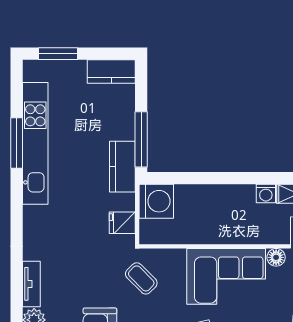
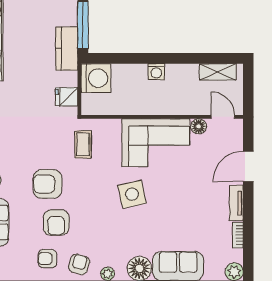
washing machine: (266, 194) -> (156, 72), moved
coffee table: (141, 278) -> (83, 144), turned 45

